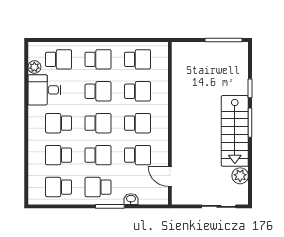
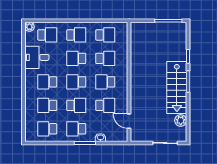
plant: (34, 67) -> (29, 27), moved
school desk: (98, 91) -> (76, 58), turned 180
school desk: (98, 123) -> (76, 82), turned 180
school desk: (138, 123) -> (105, 82), turned 180

